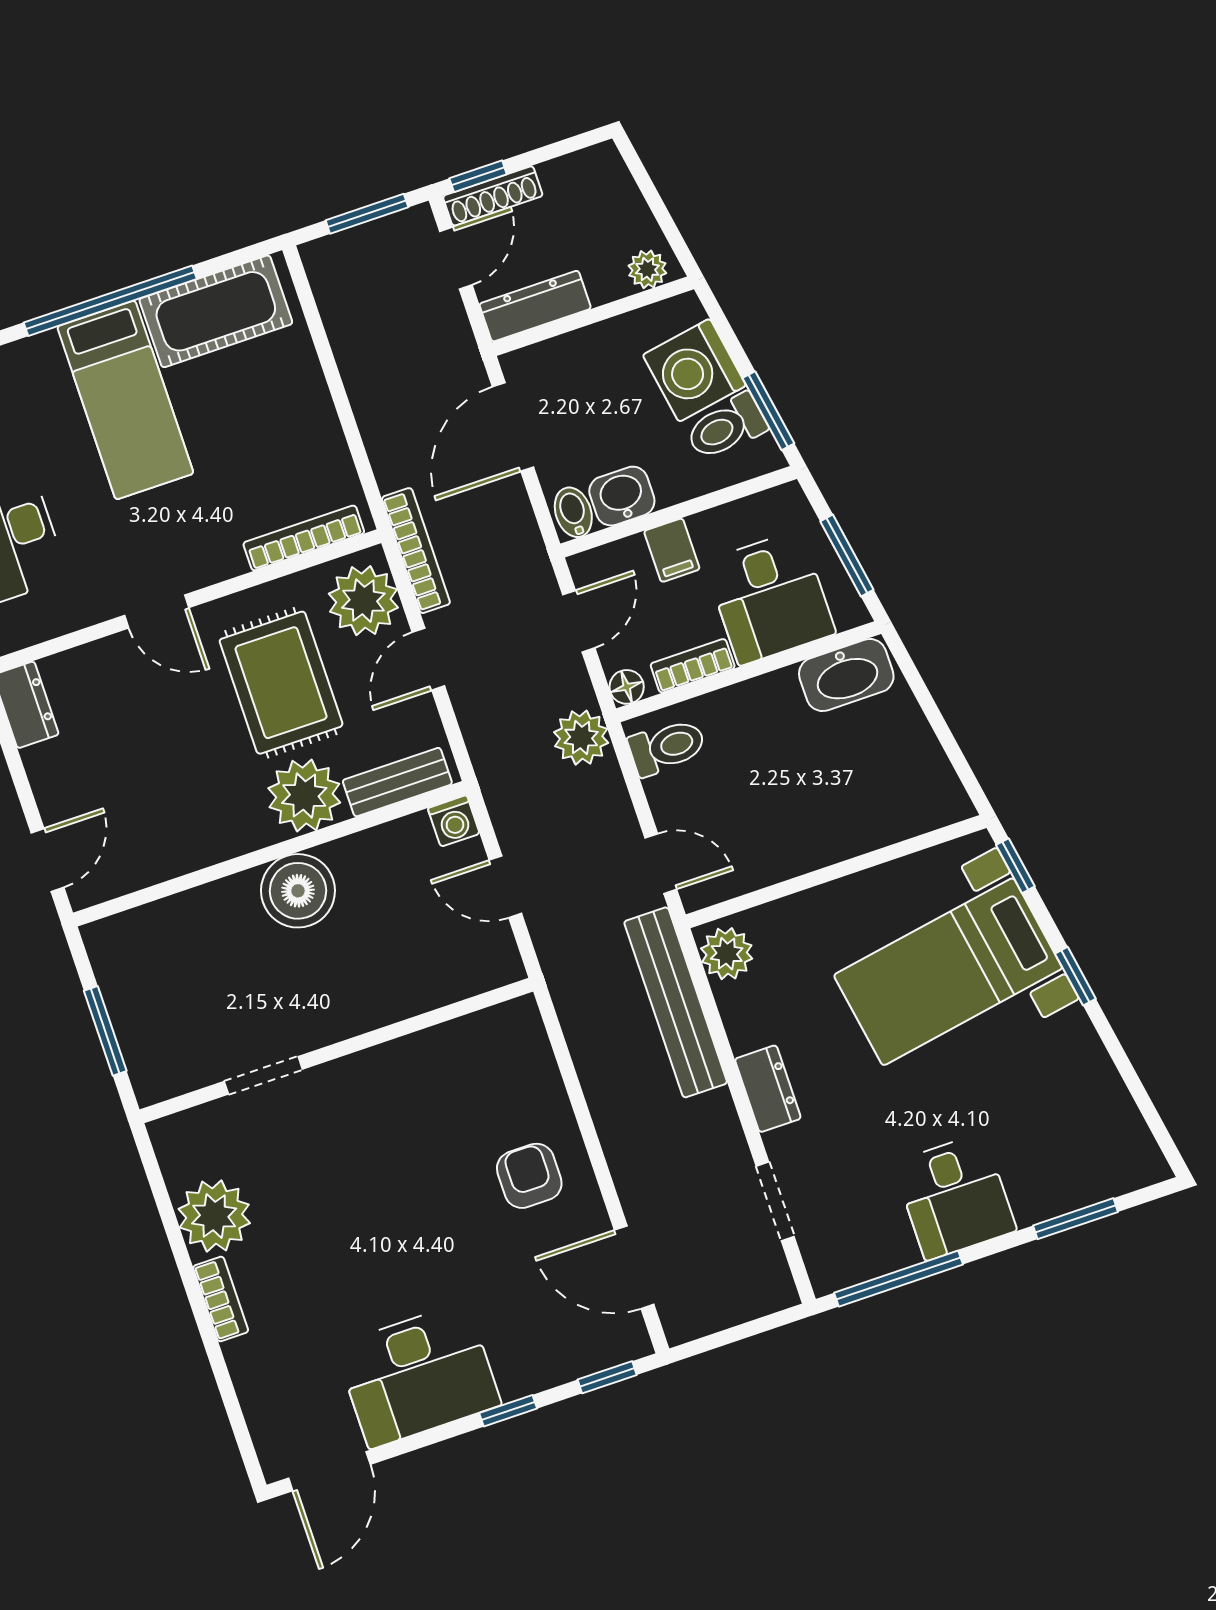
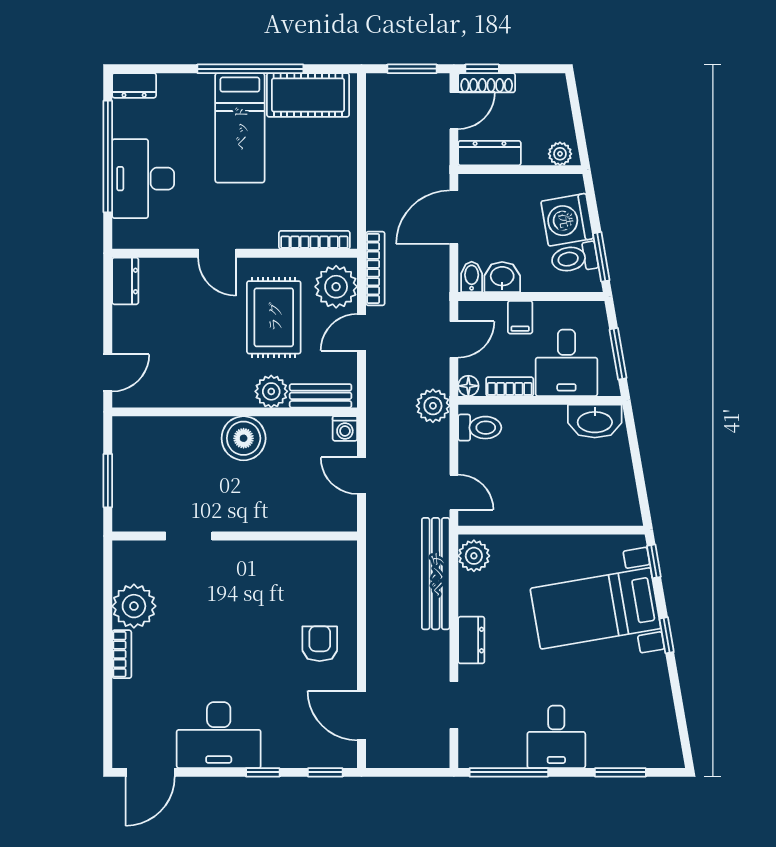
plant: (304, 795) -> (271, 391), width x0.73, depth x0.73

